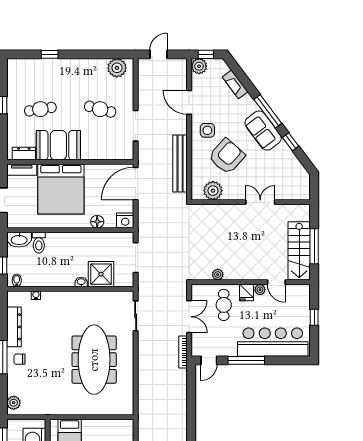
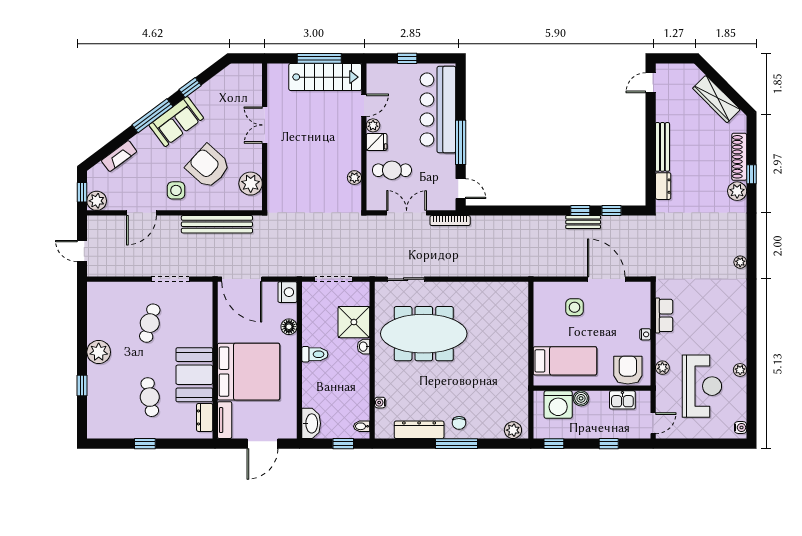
plant: (117, 68) -> (99, 352), moved
toilet: (39, 243) -> (315, 354), moved
meeting table: (94, 360) -> (424, 334), moved

